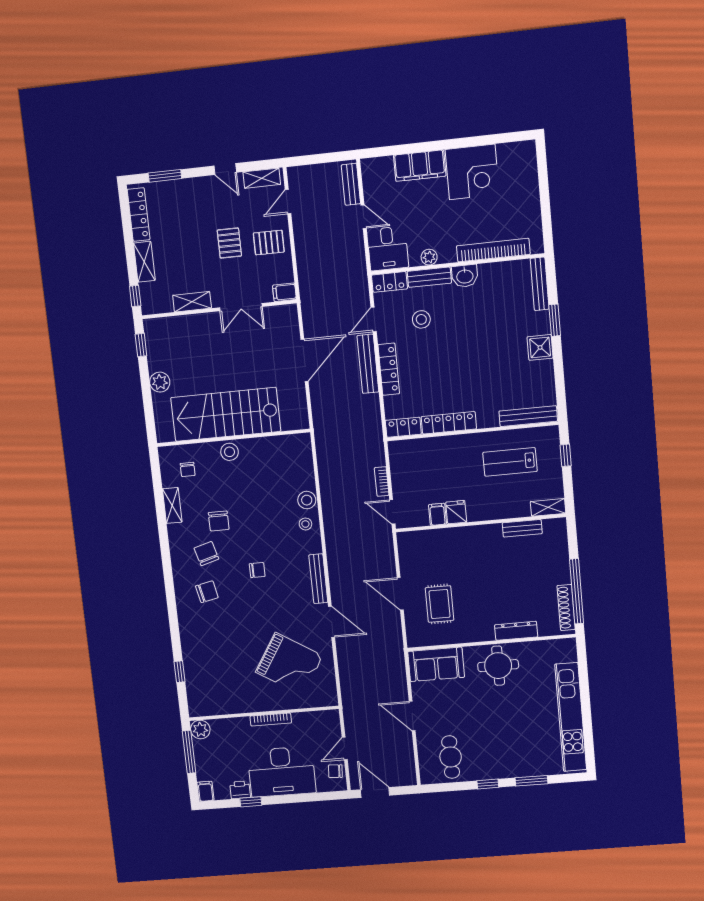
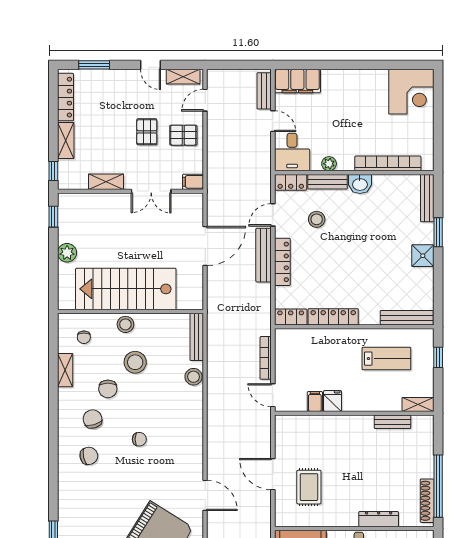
filing cabinet: (420, 166) -> (297, 81), moved
corner desk: (472, 172) -> (411, 92), moved
lab bench: (510, 462) -> (386, 359), turned 180
bookcase: (382, 481) -> (266, 358), width x1.56
stool: (305, 524) -> (135, 362), moved, width x1.89, depth x1.89
bench: (318, 579) -> (197, 337), moved

